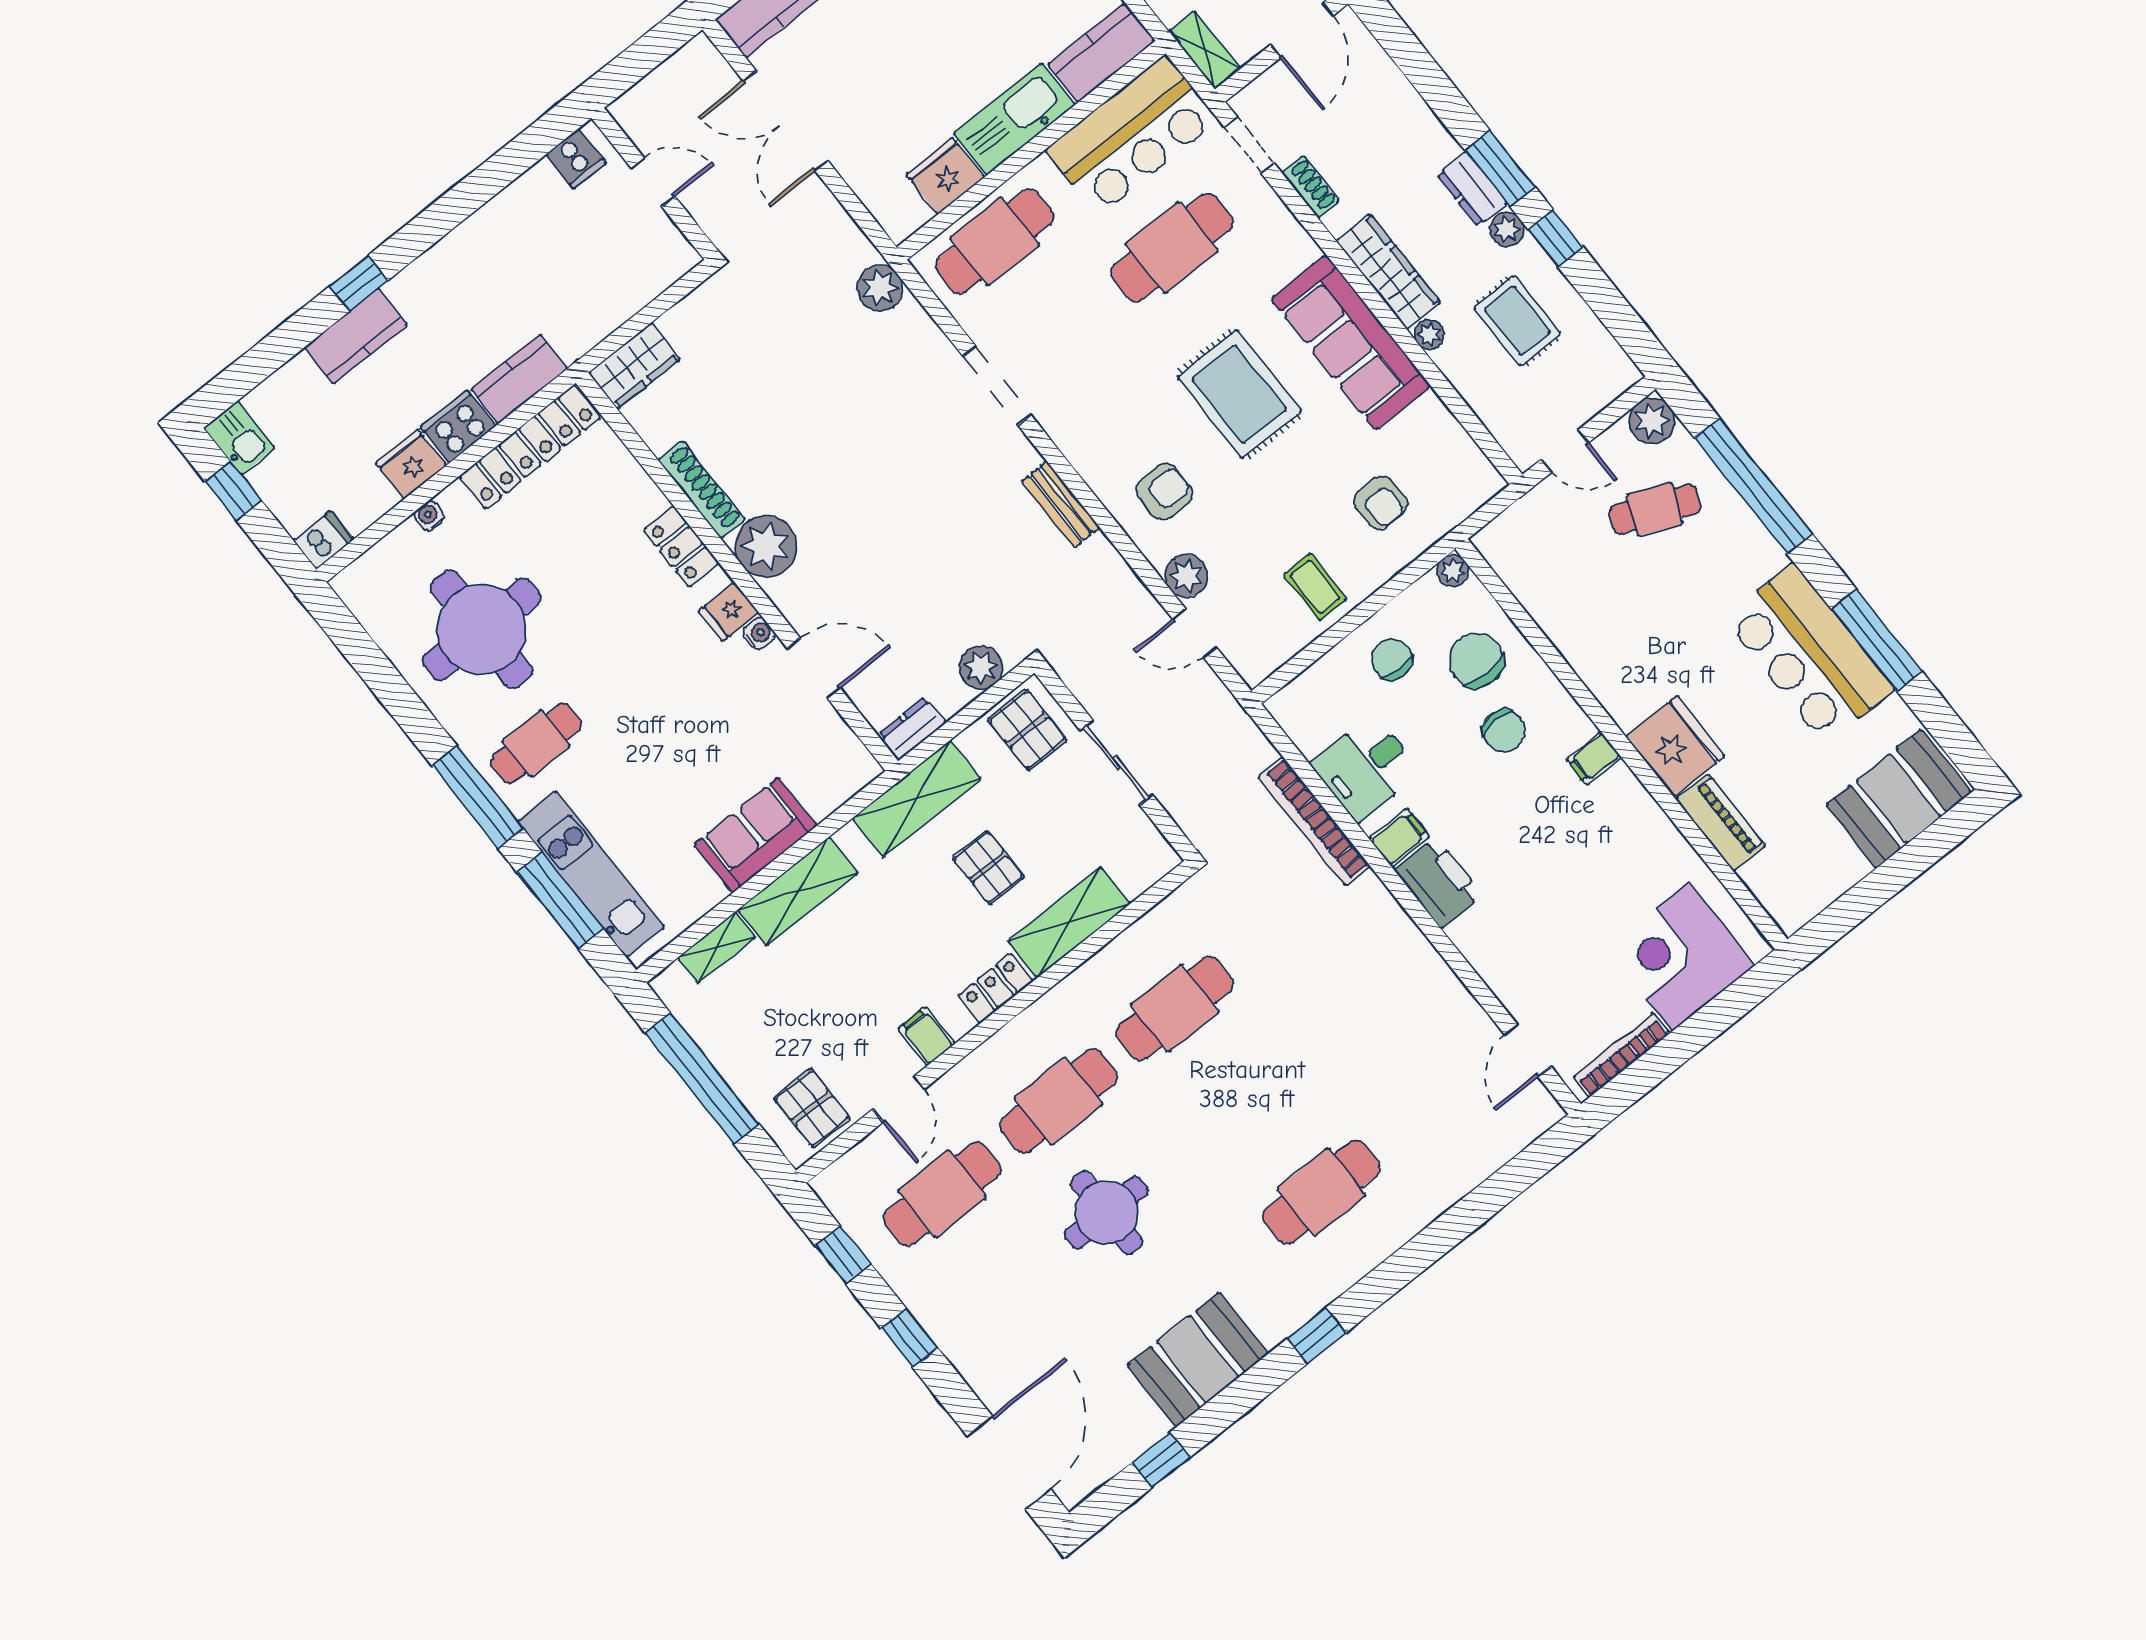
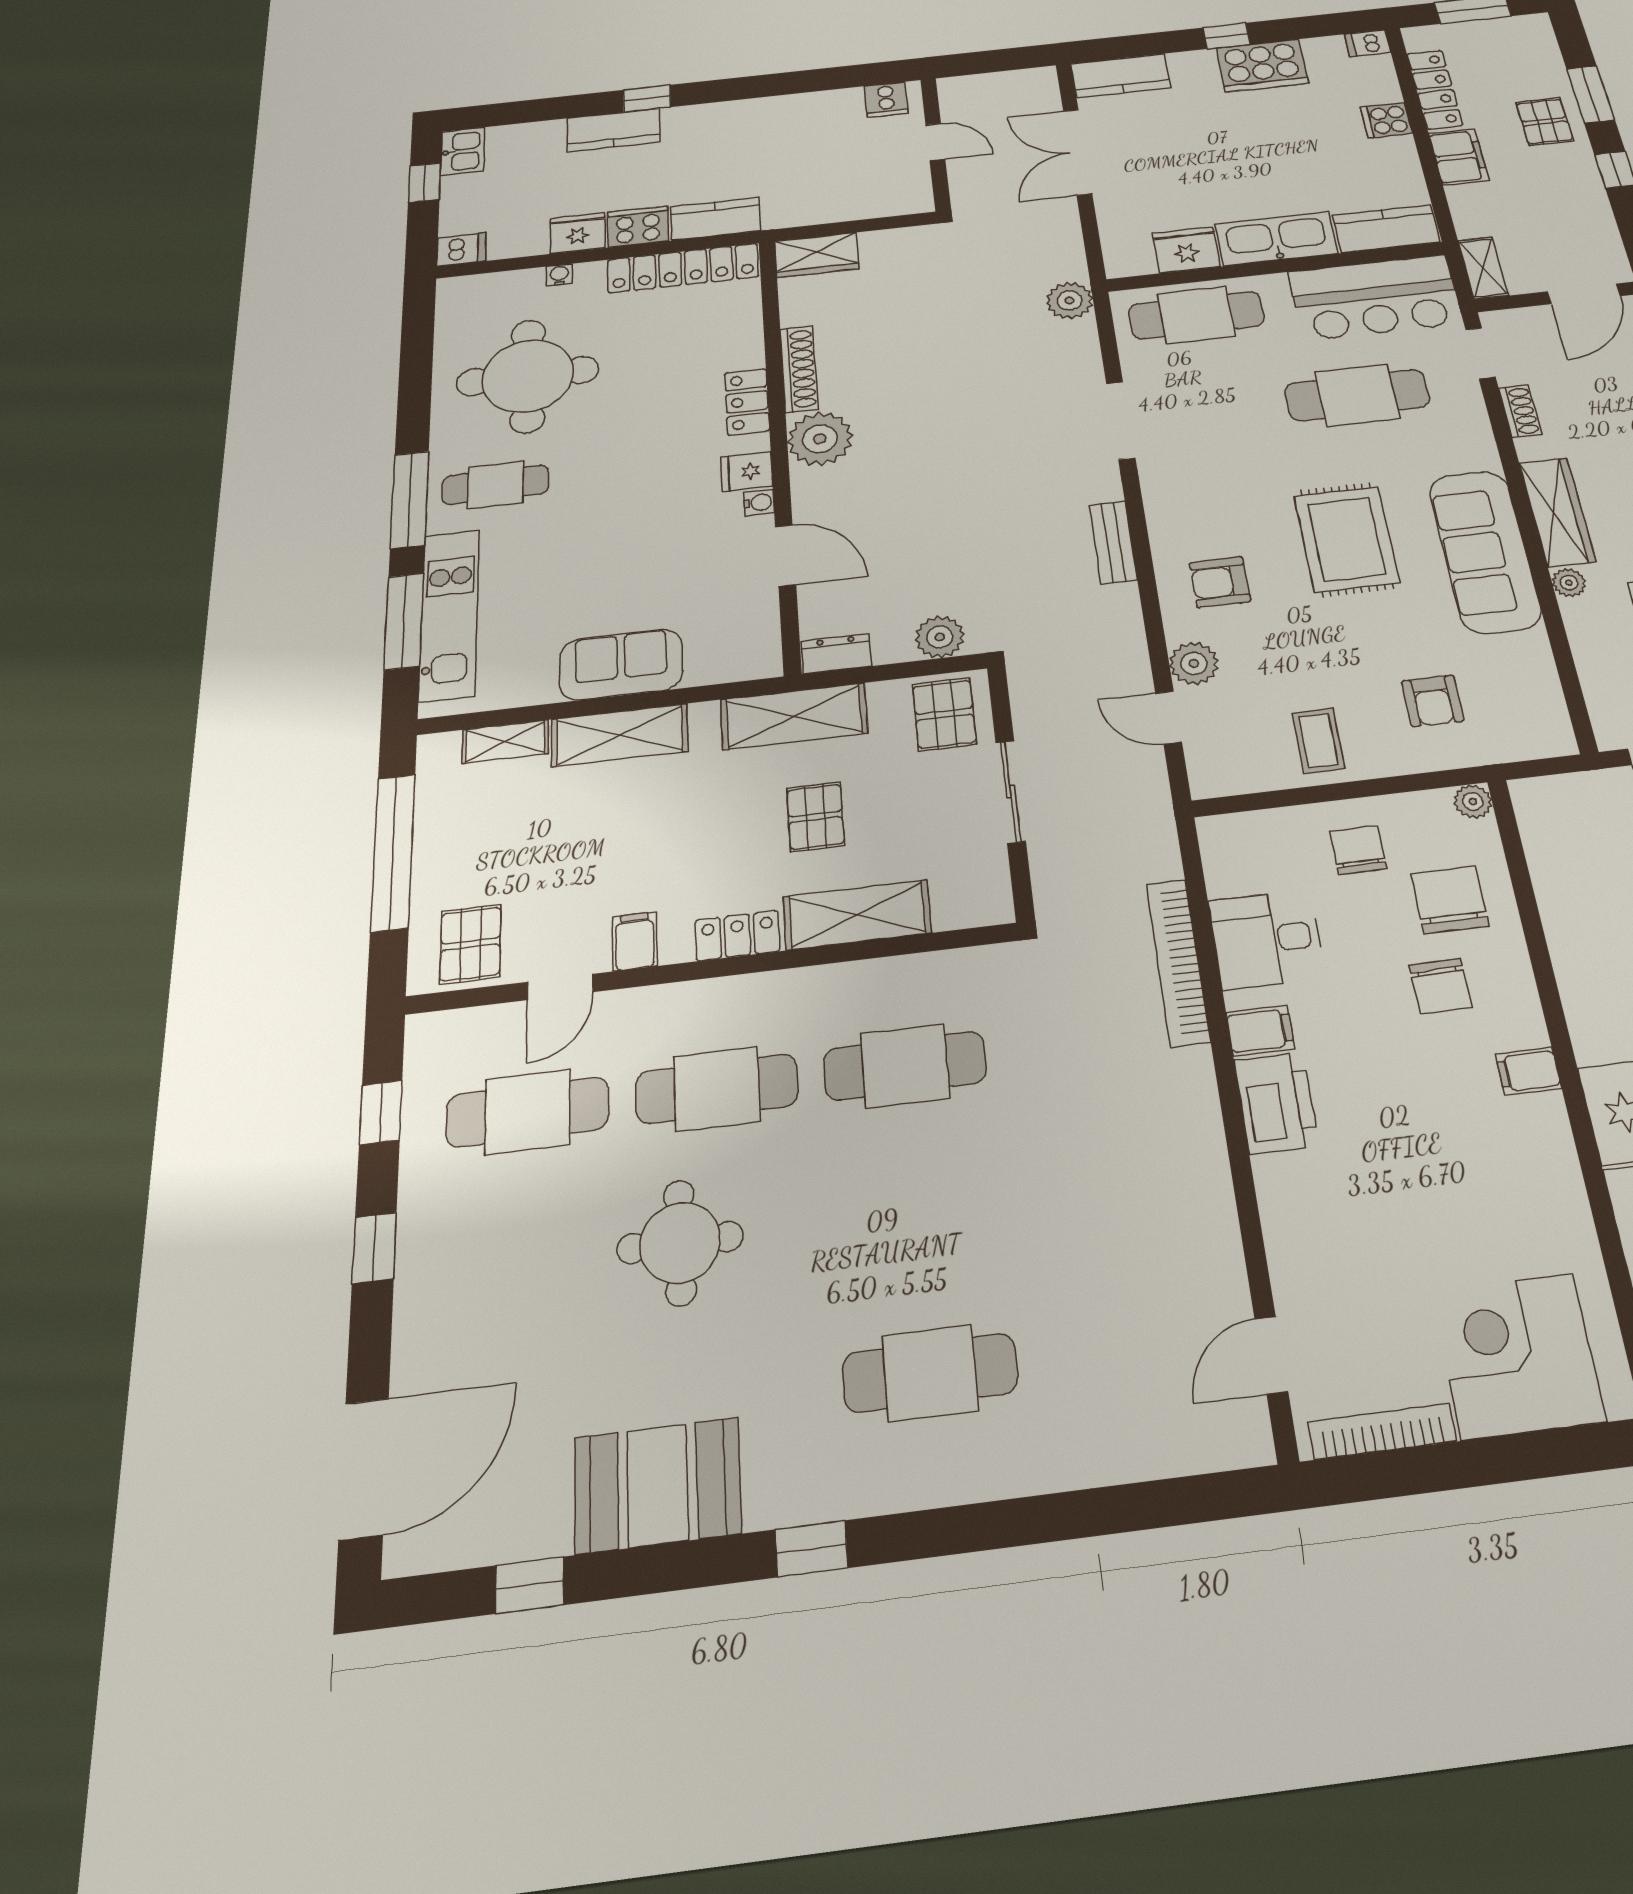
armchair: (1164, 492) -> (1220, 582), turned 180

